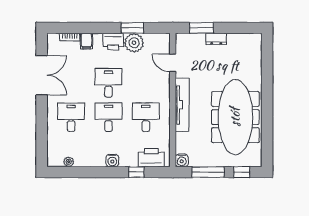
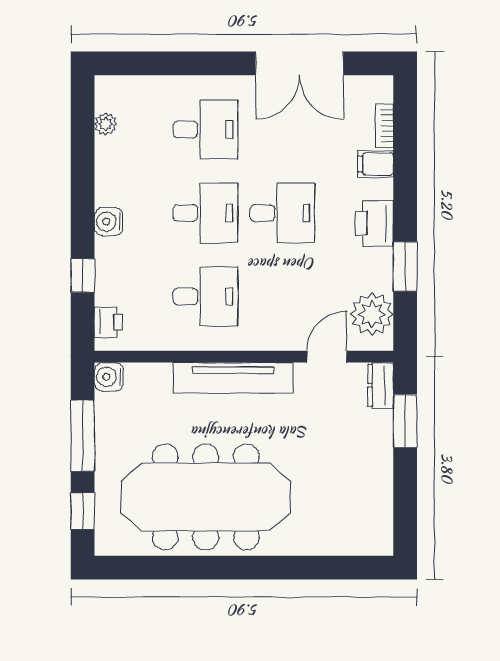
dresser: (216, 39) -> (381, 385), moved
plant: (134, 43) -> (372, 314), moved
printer: (151, 158) -> (108, 322), width x0.53, depth x0.68

